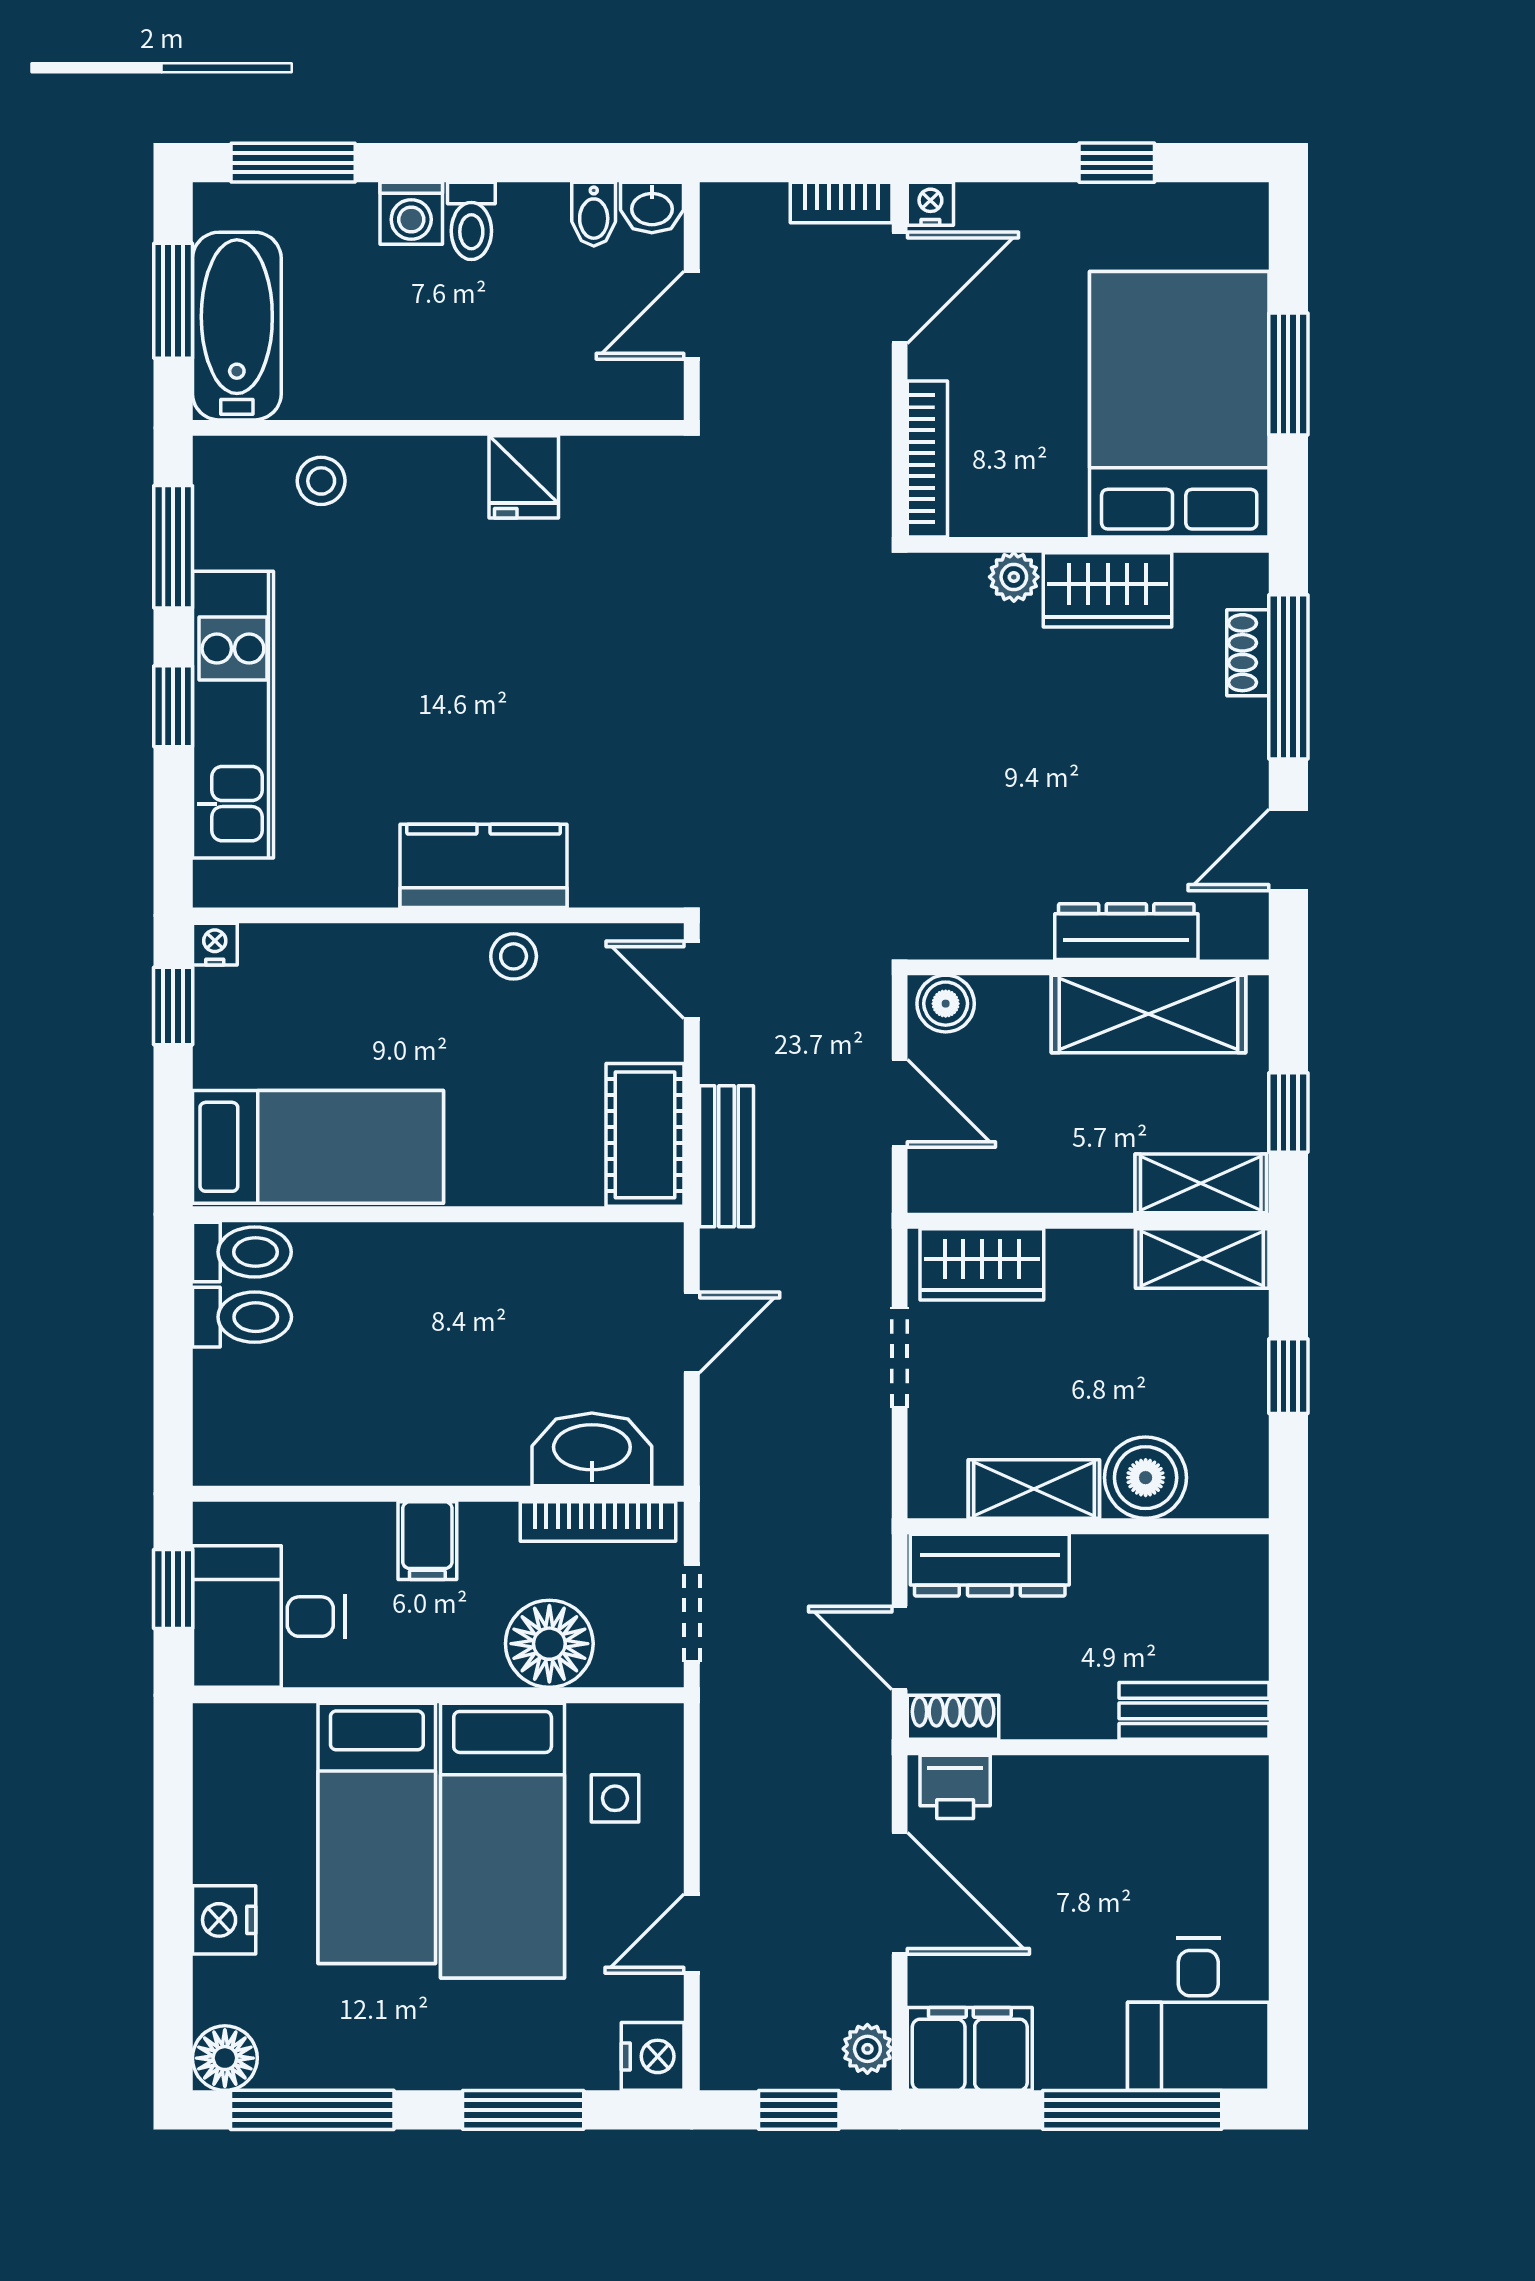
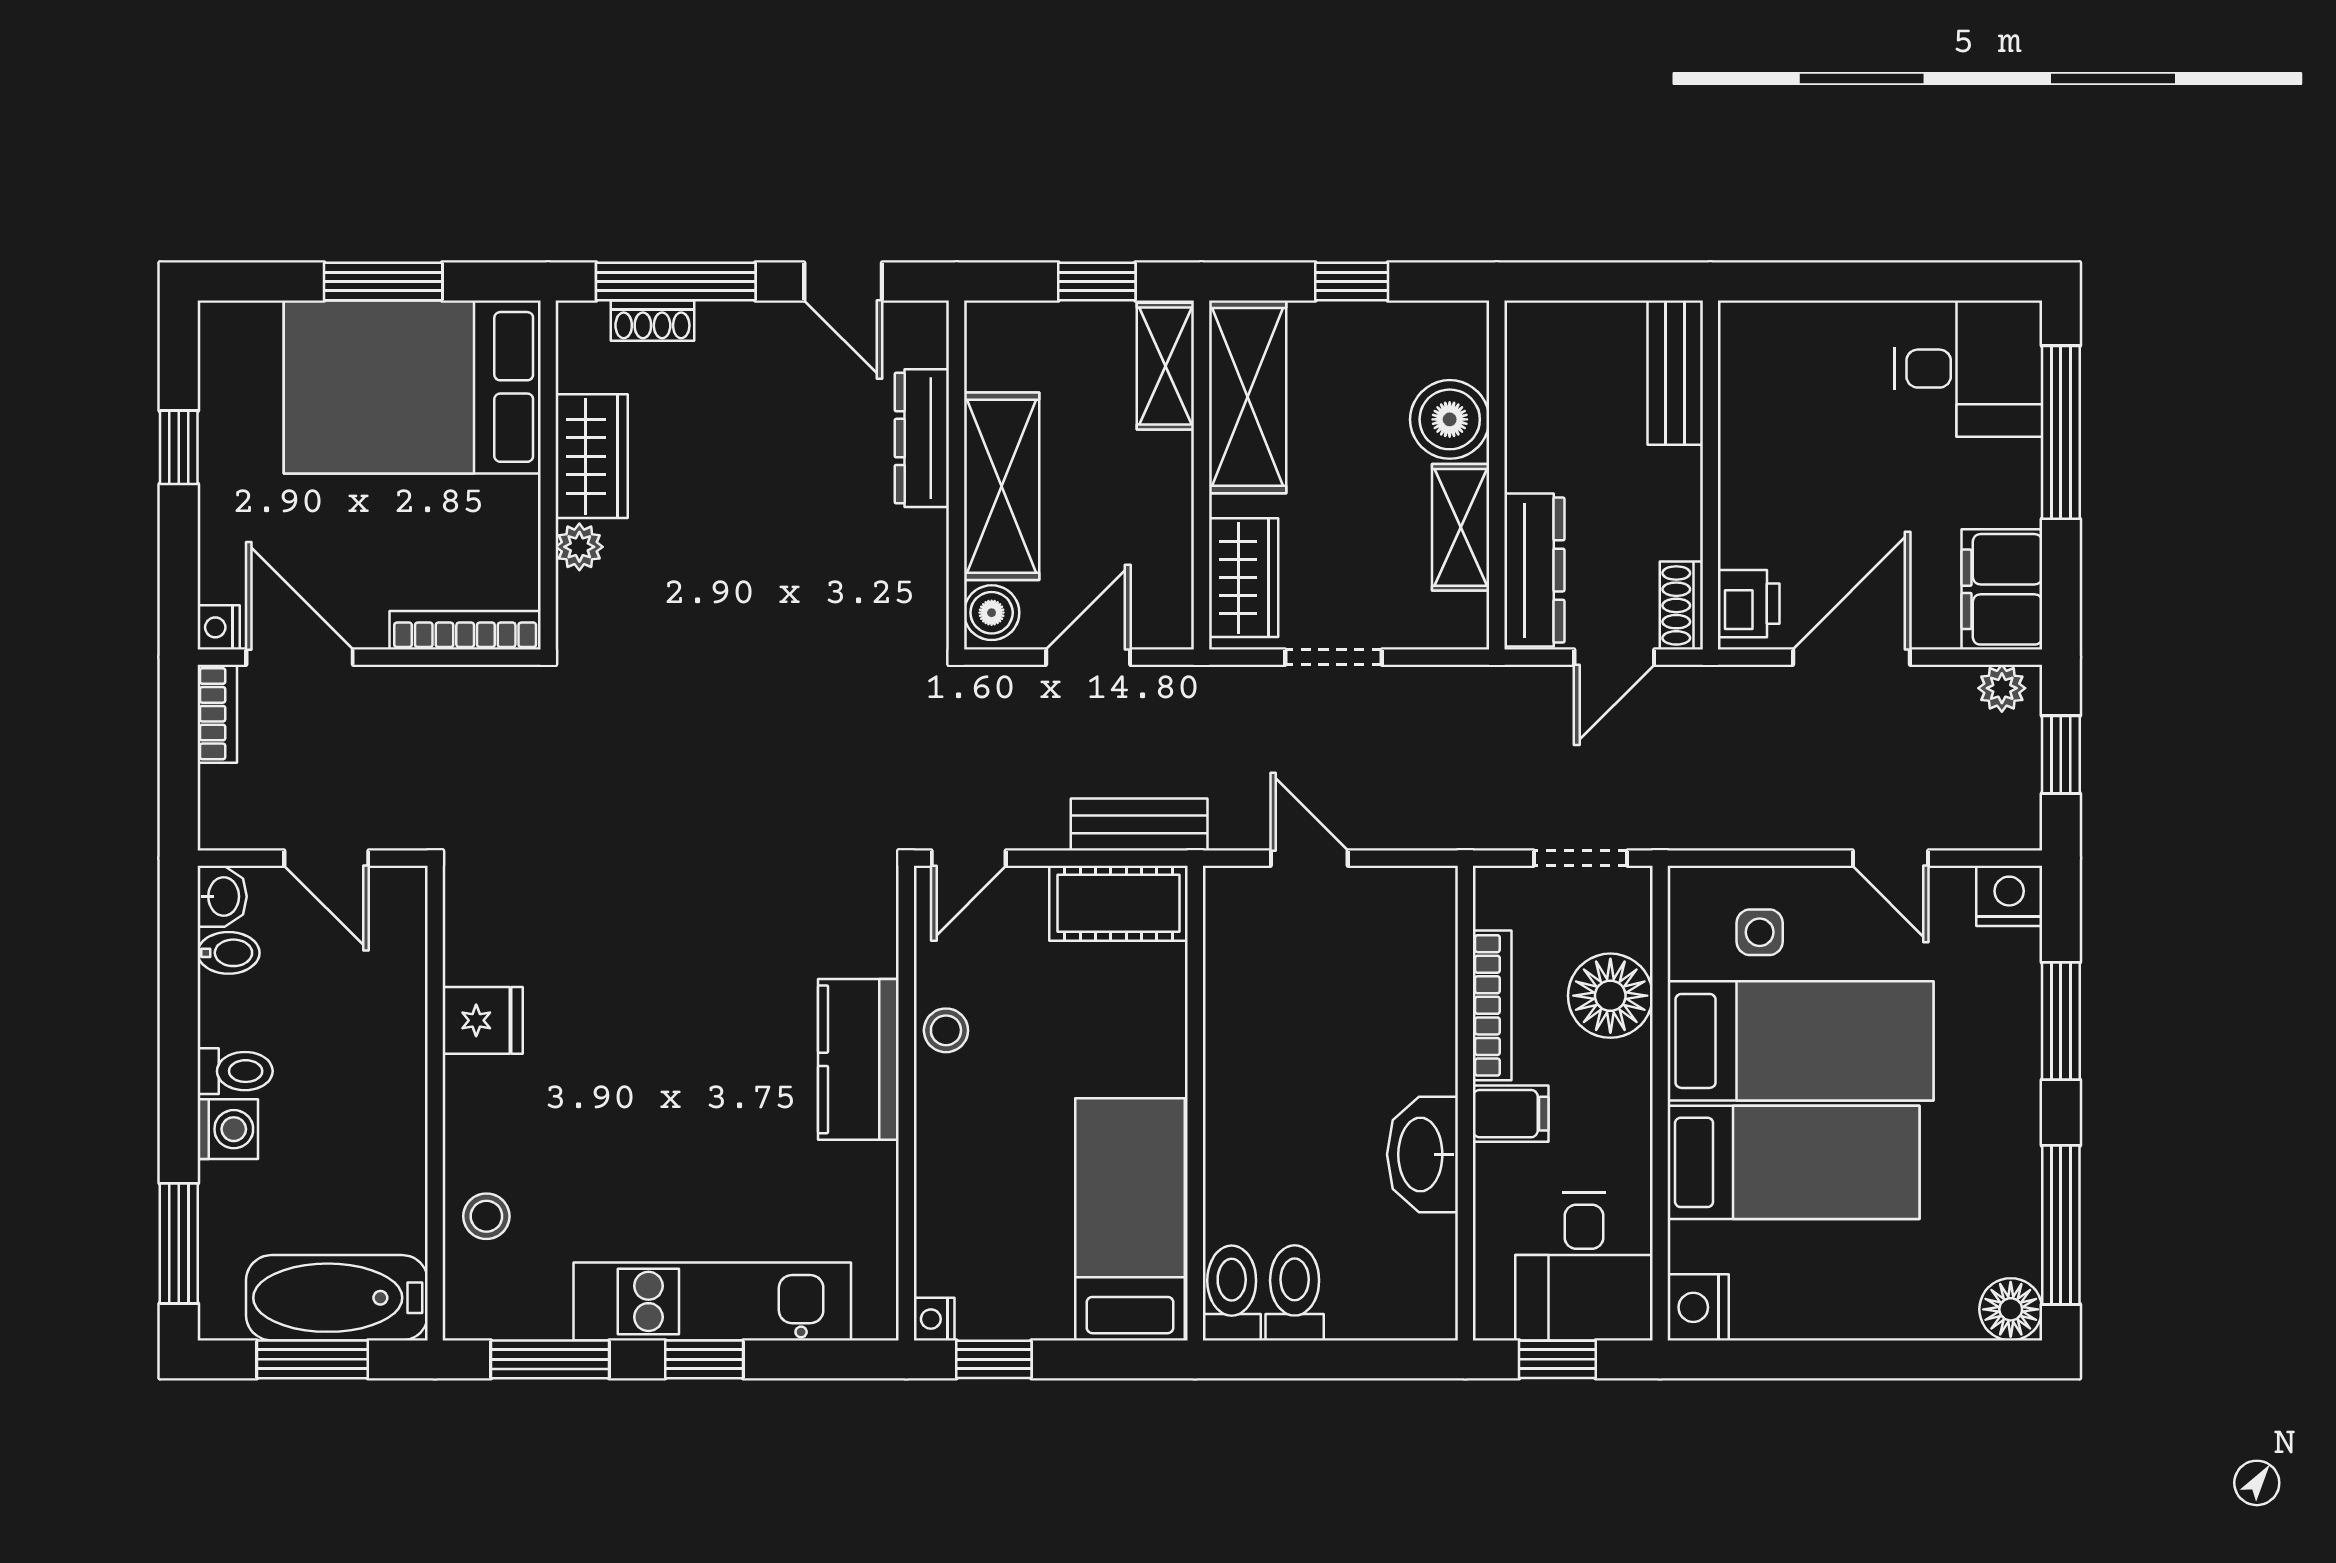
shelving: (1148, 1014) -> (1002, 486), moved
shelving: (1202, 1259) -> (1248, 397), width x1.50, depth x1.33
washbasin: (592, 1449) -> (1422, 1154), moved
bookcase: (598, 1521) -> (1492, 1005), moved
nightstand: (224, 1920) -> (1698, 1307), moved, turned 90

